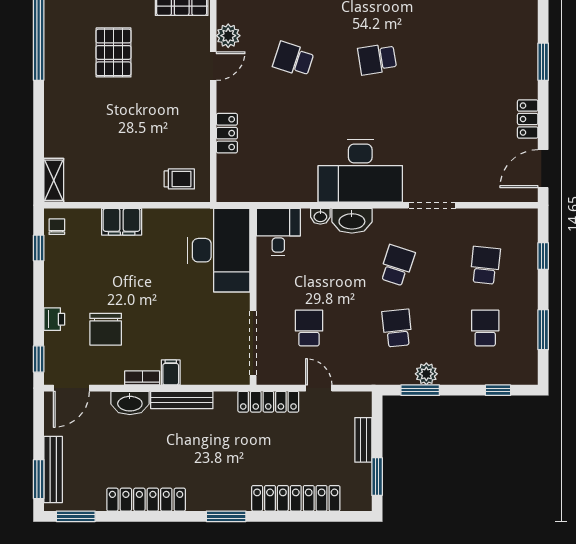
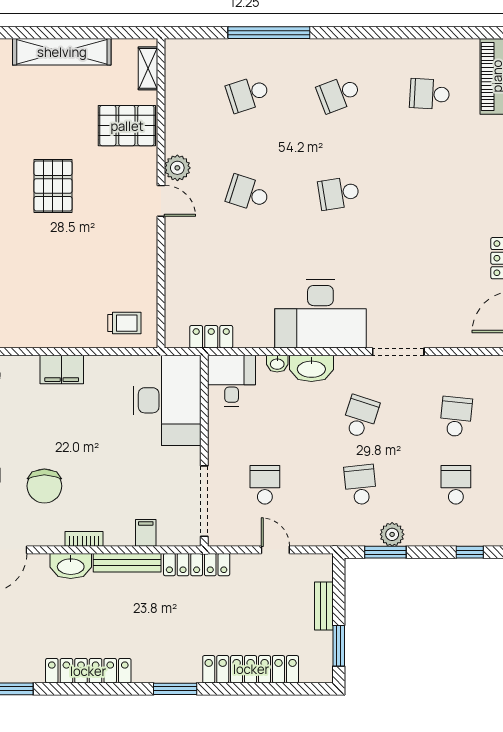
door: (213, 66) -> (161, 201), hinge flipped
locker: (227, 133) -> (211, 337), moved, turned -90
filing cabinet: (171, 372) -> (146, 533), moved
locker: (268, 402) -> (197, 565), moved

